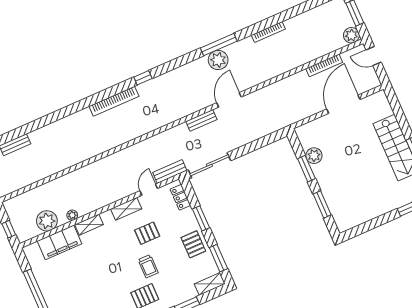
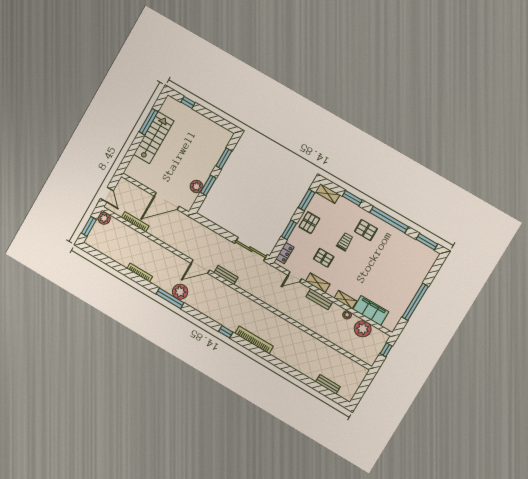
door: (343, 104) -> (167, 201), moved
bench: (170, 171) -> (319, 299), moved

